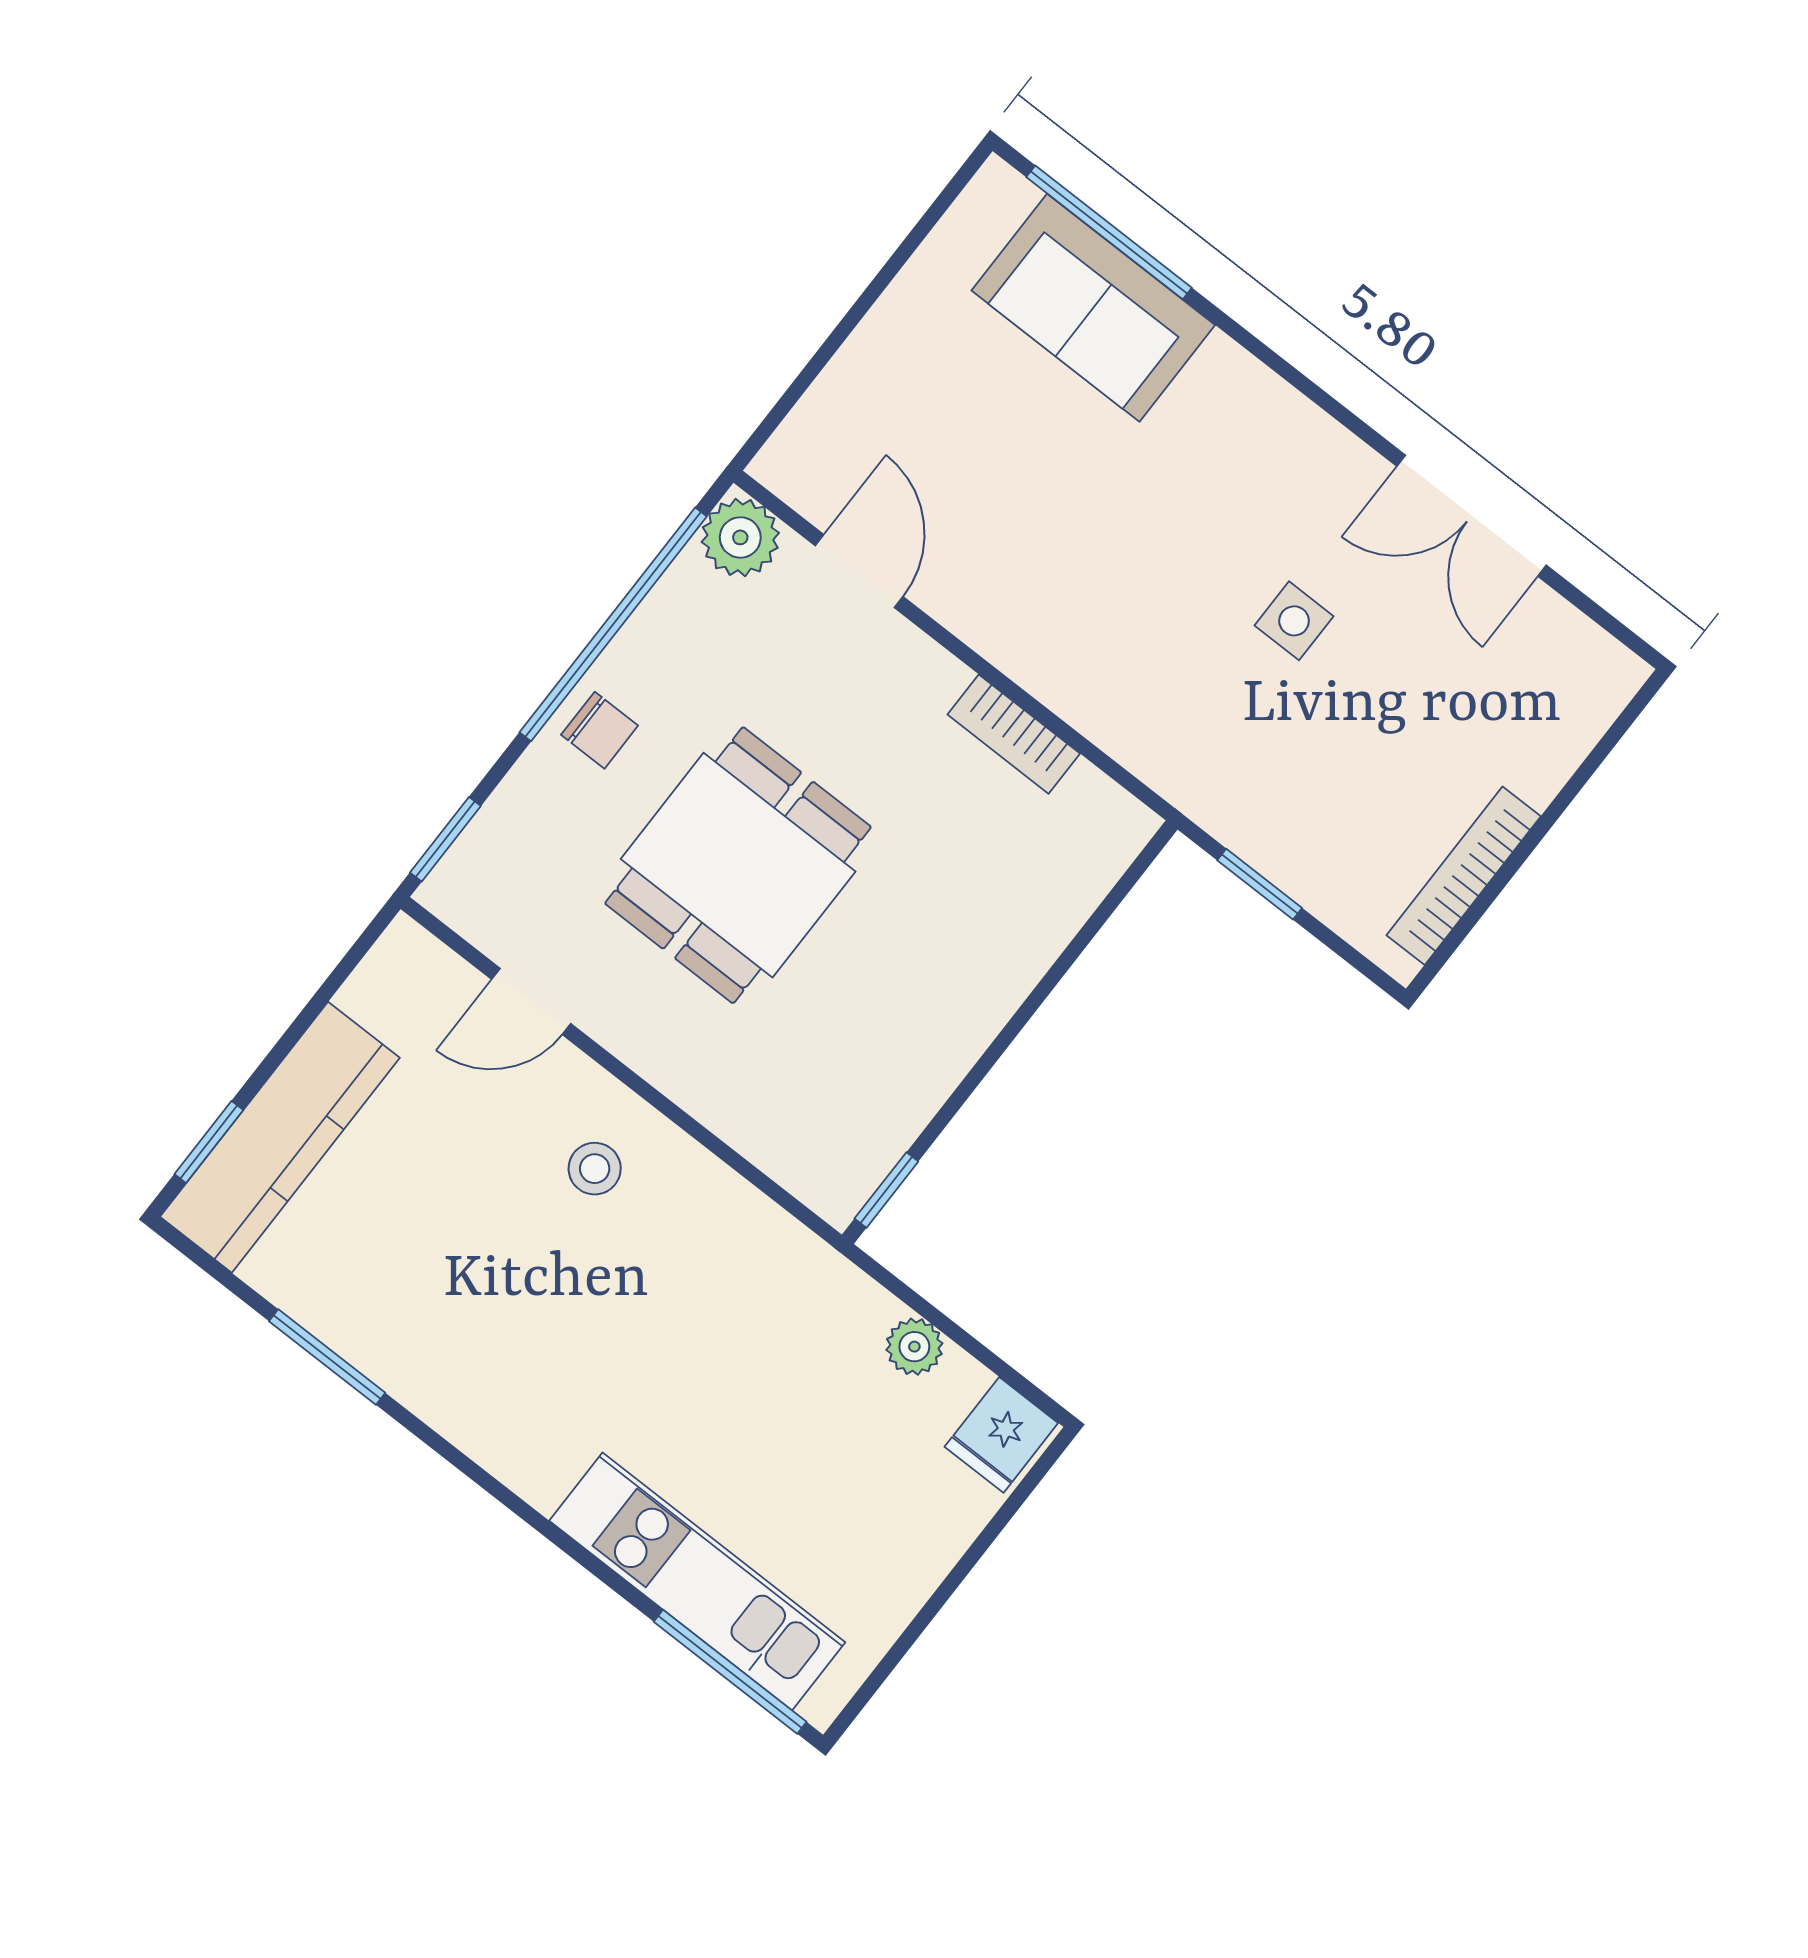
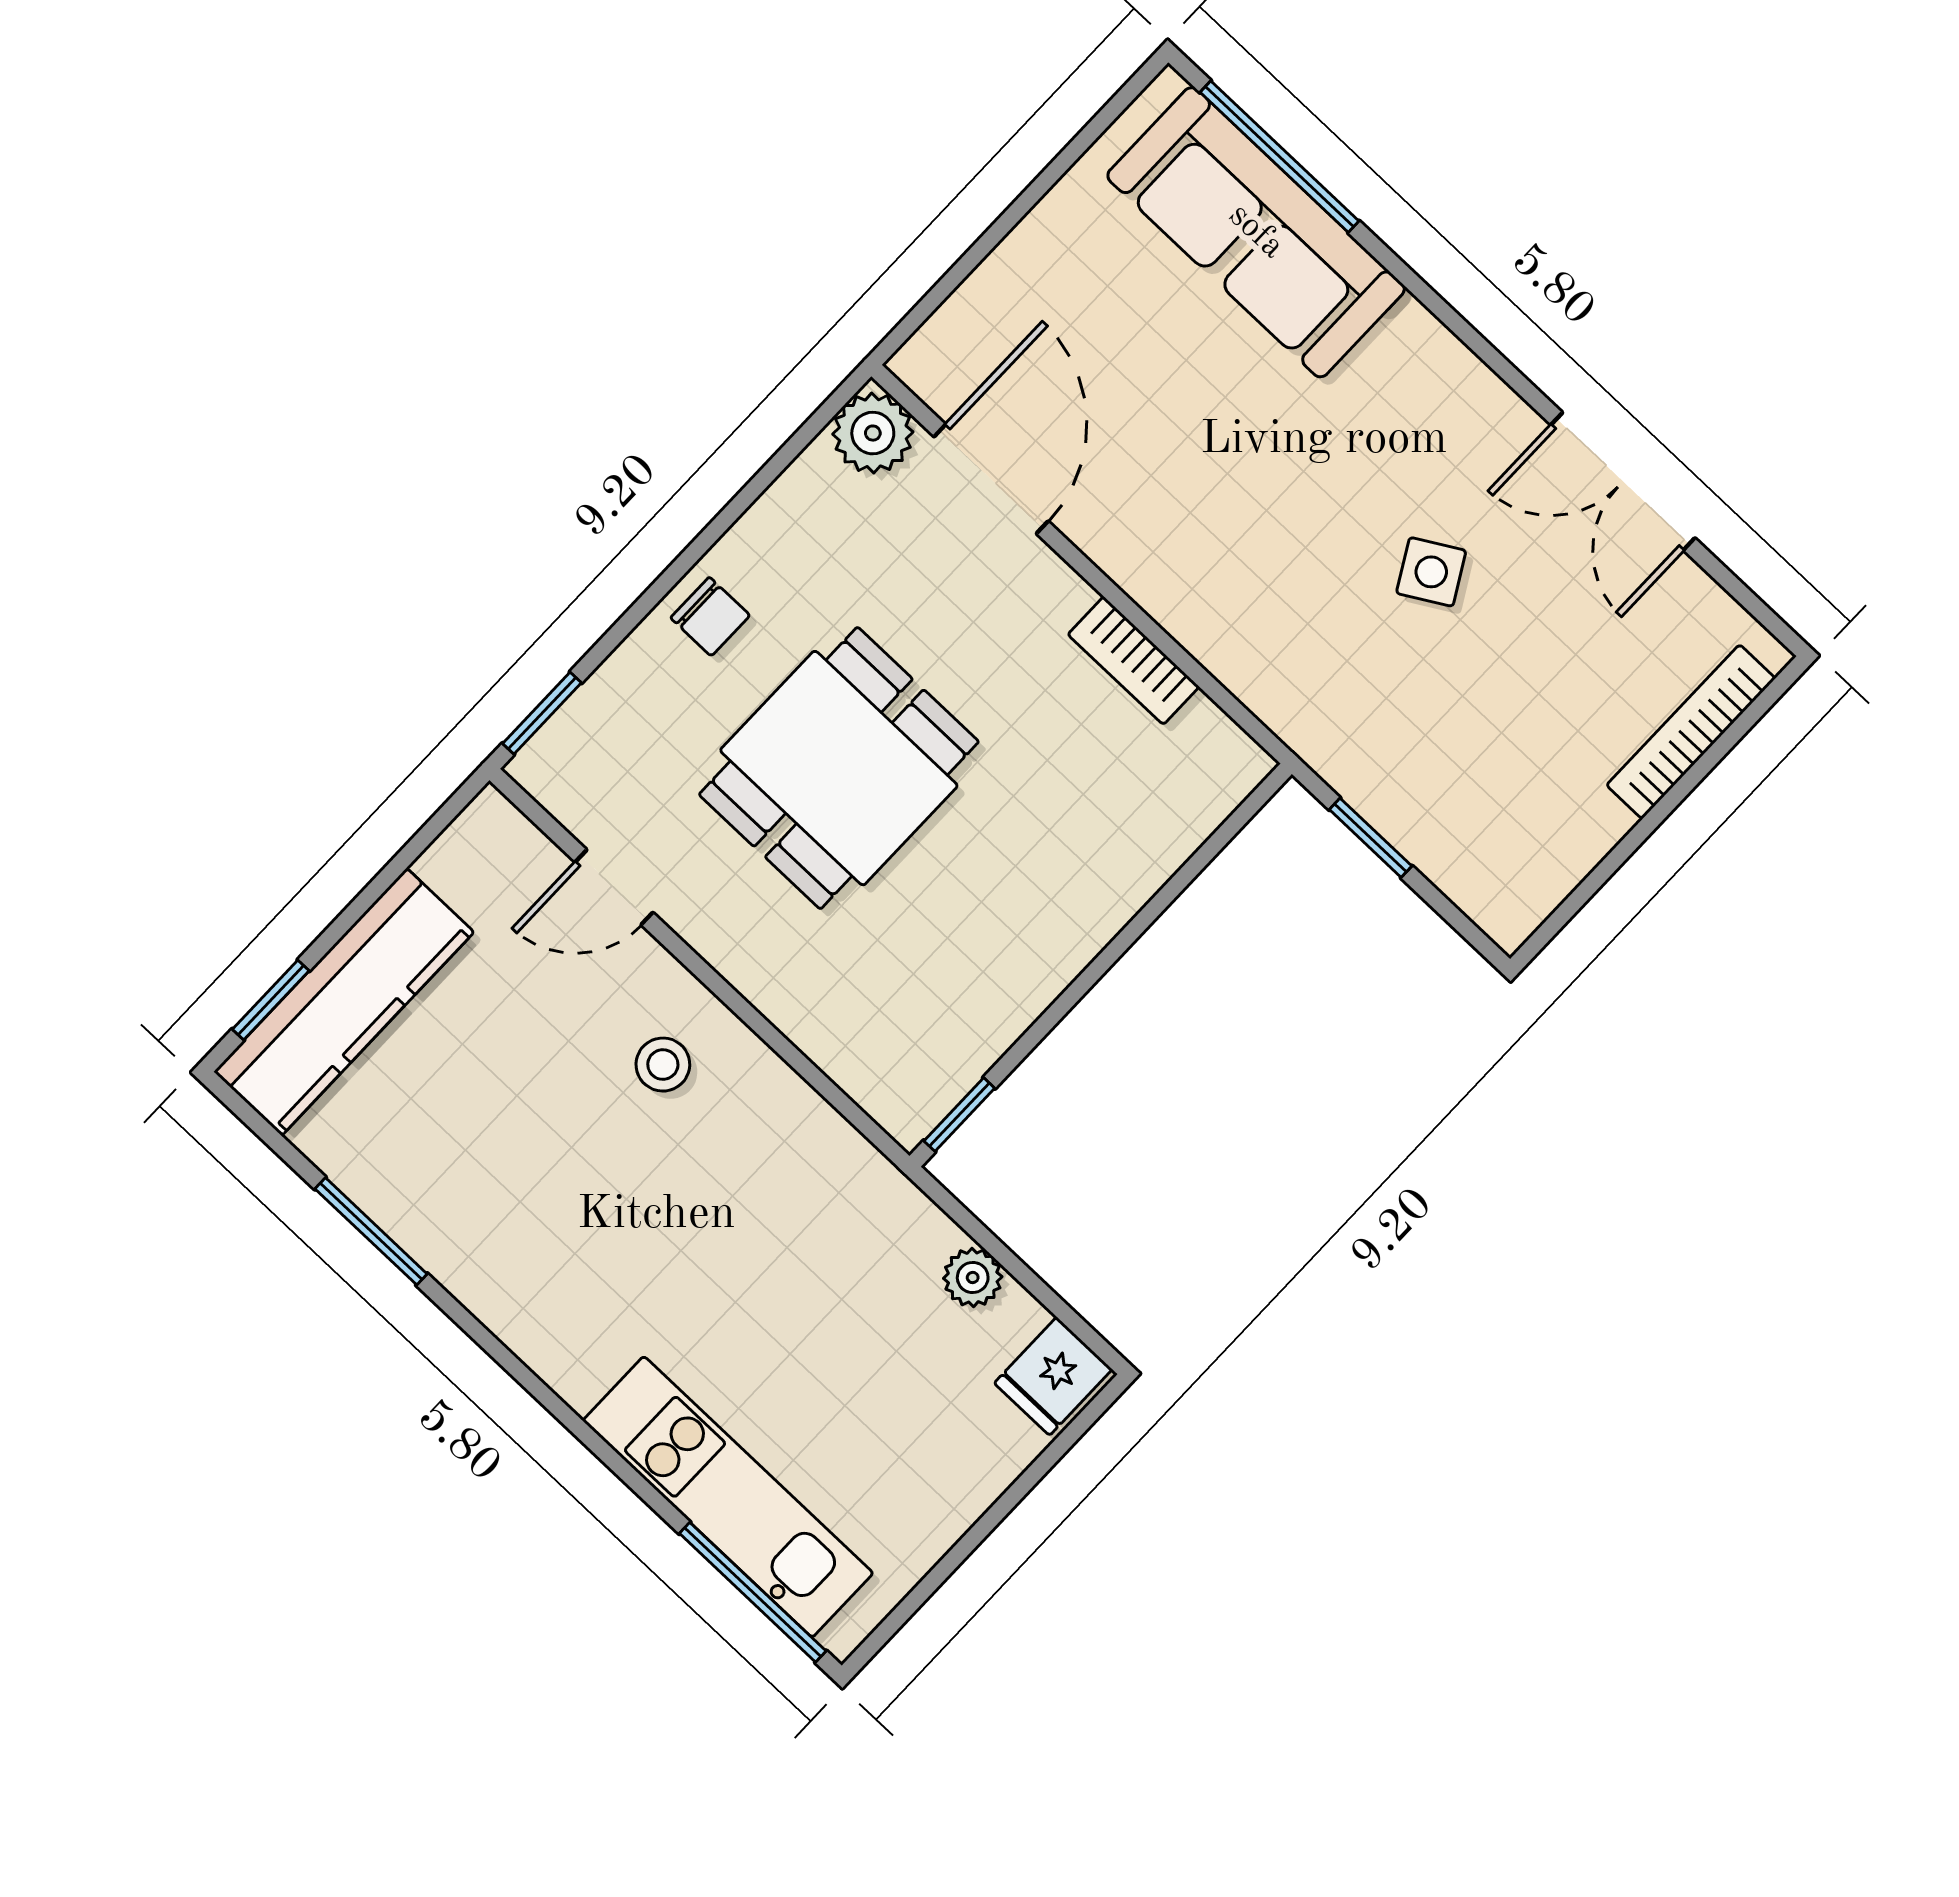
sofa: (1093, 308) -> (1256, 232), width x1.36
door: (859, 571) -> (991, 479), width x1.38
side table: (1294, 621) -> (1431, 572), turned -30
window: (613, 624) -> (734, 510), removed
bookcase: (1464, 876) -> (1691, 732), moved

